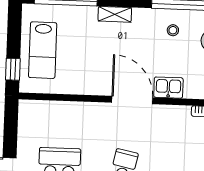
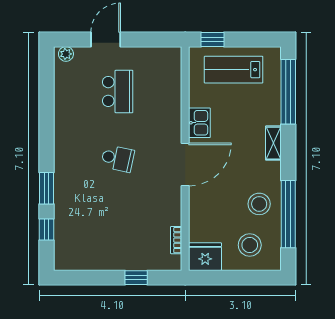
stool: (173, 30) -> (259, 204), width x1.89, depth x1.89
kitchen sink: (168, 88) -> (199, 123), moved

